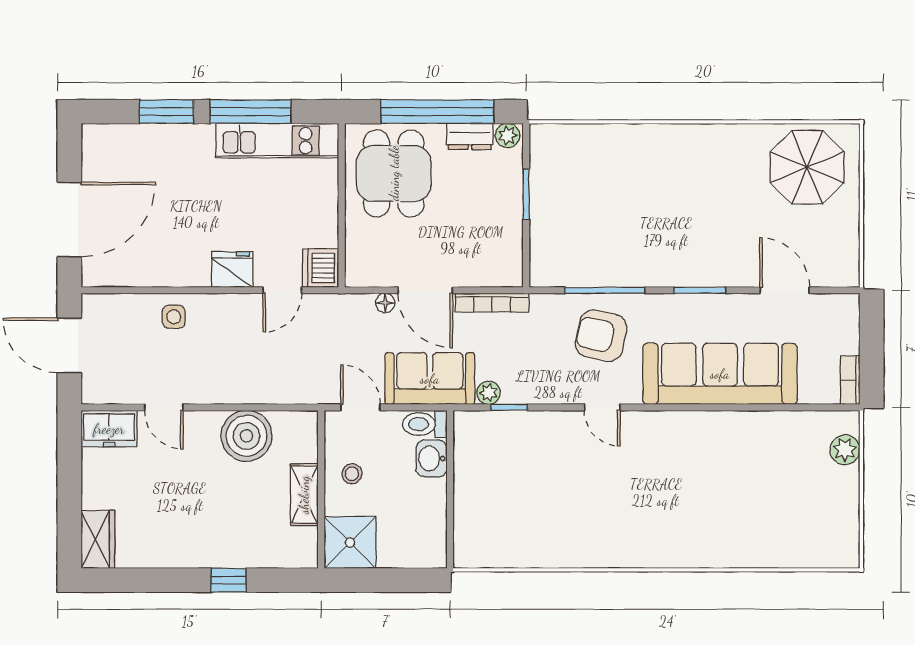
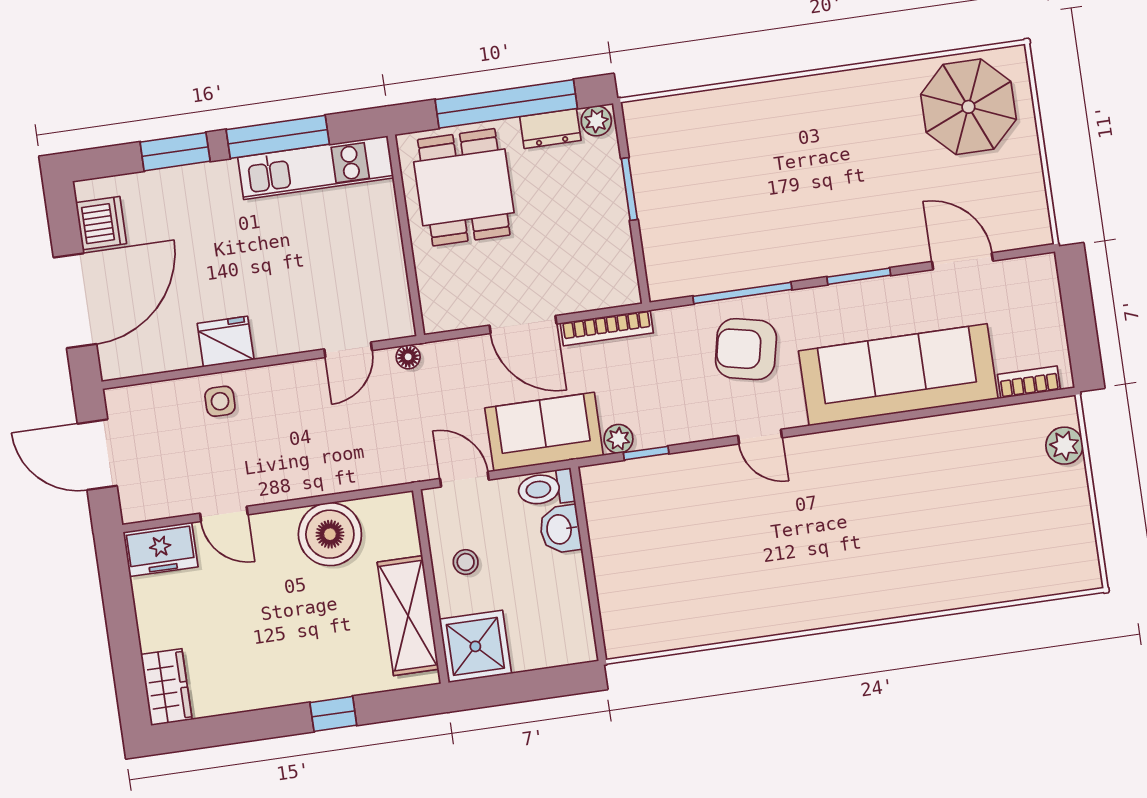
dishwasher: (321, 268) -> (101, 223), moved, turned 180
fridge: (232, 270) -> (226, 342), moved
floor lamp: (385, 303) -> (408, 357), moved
bookcase: (850, 380) -> (1029, 382), moved, turned 90
shelving: (304, 495) -> (408, 616), width x1.50, depth x1.33

